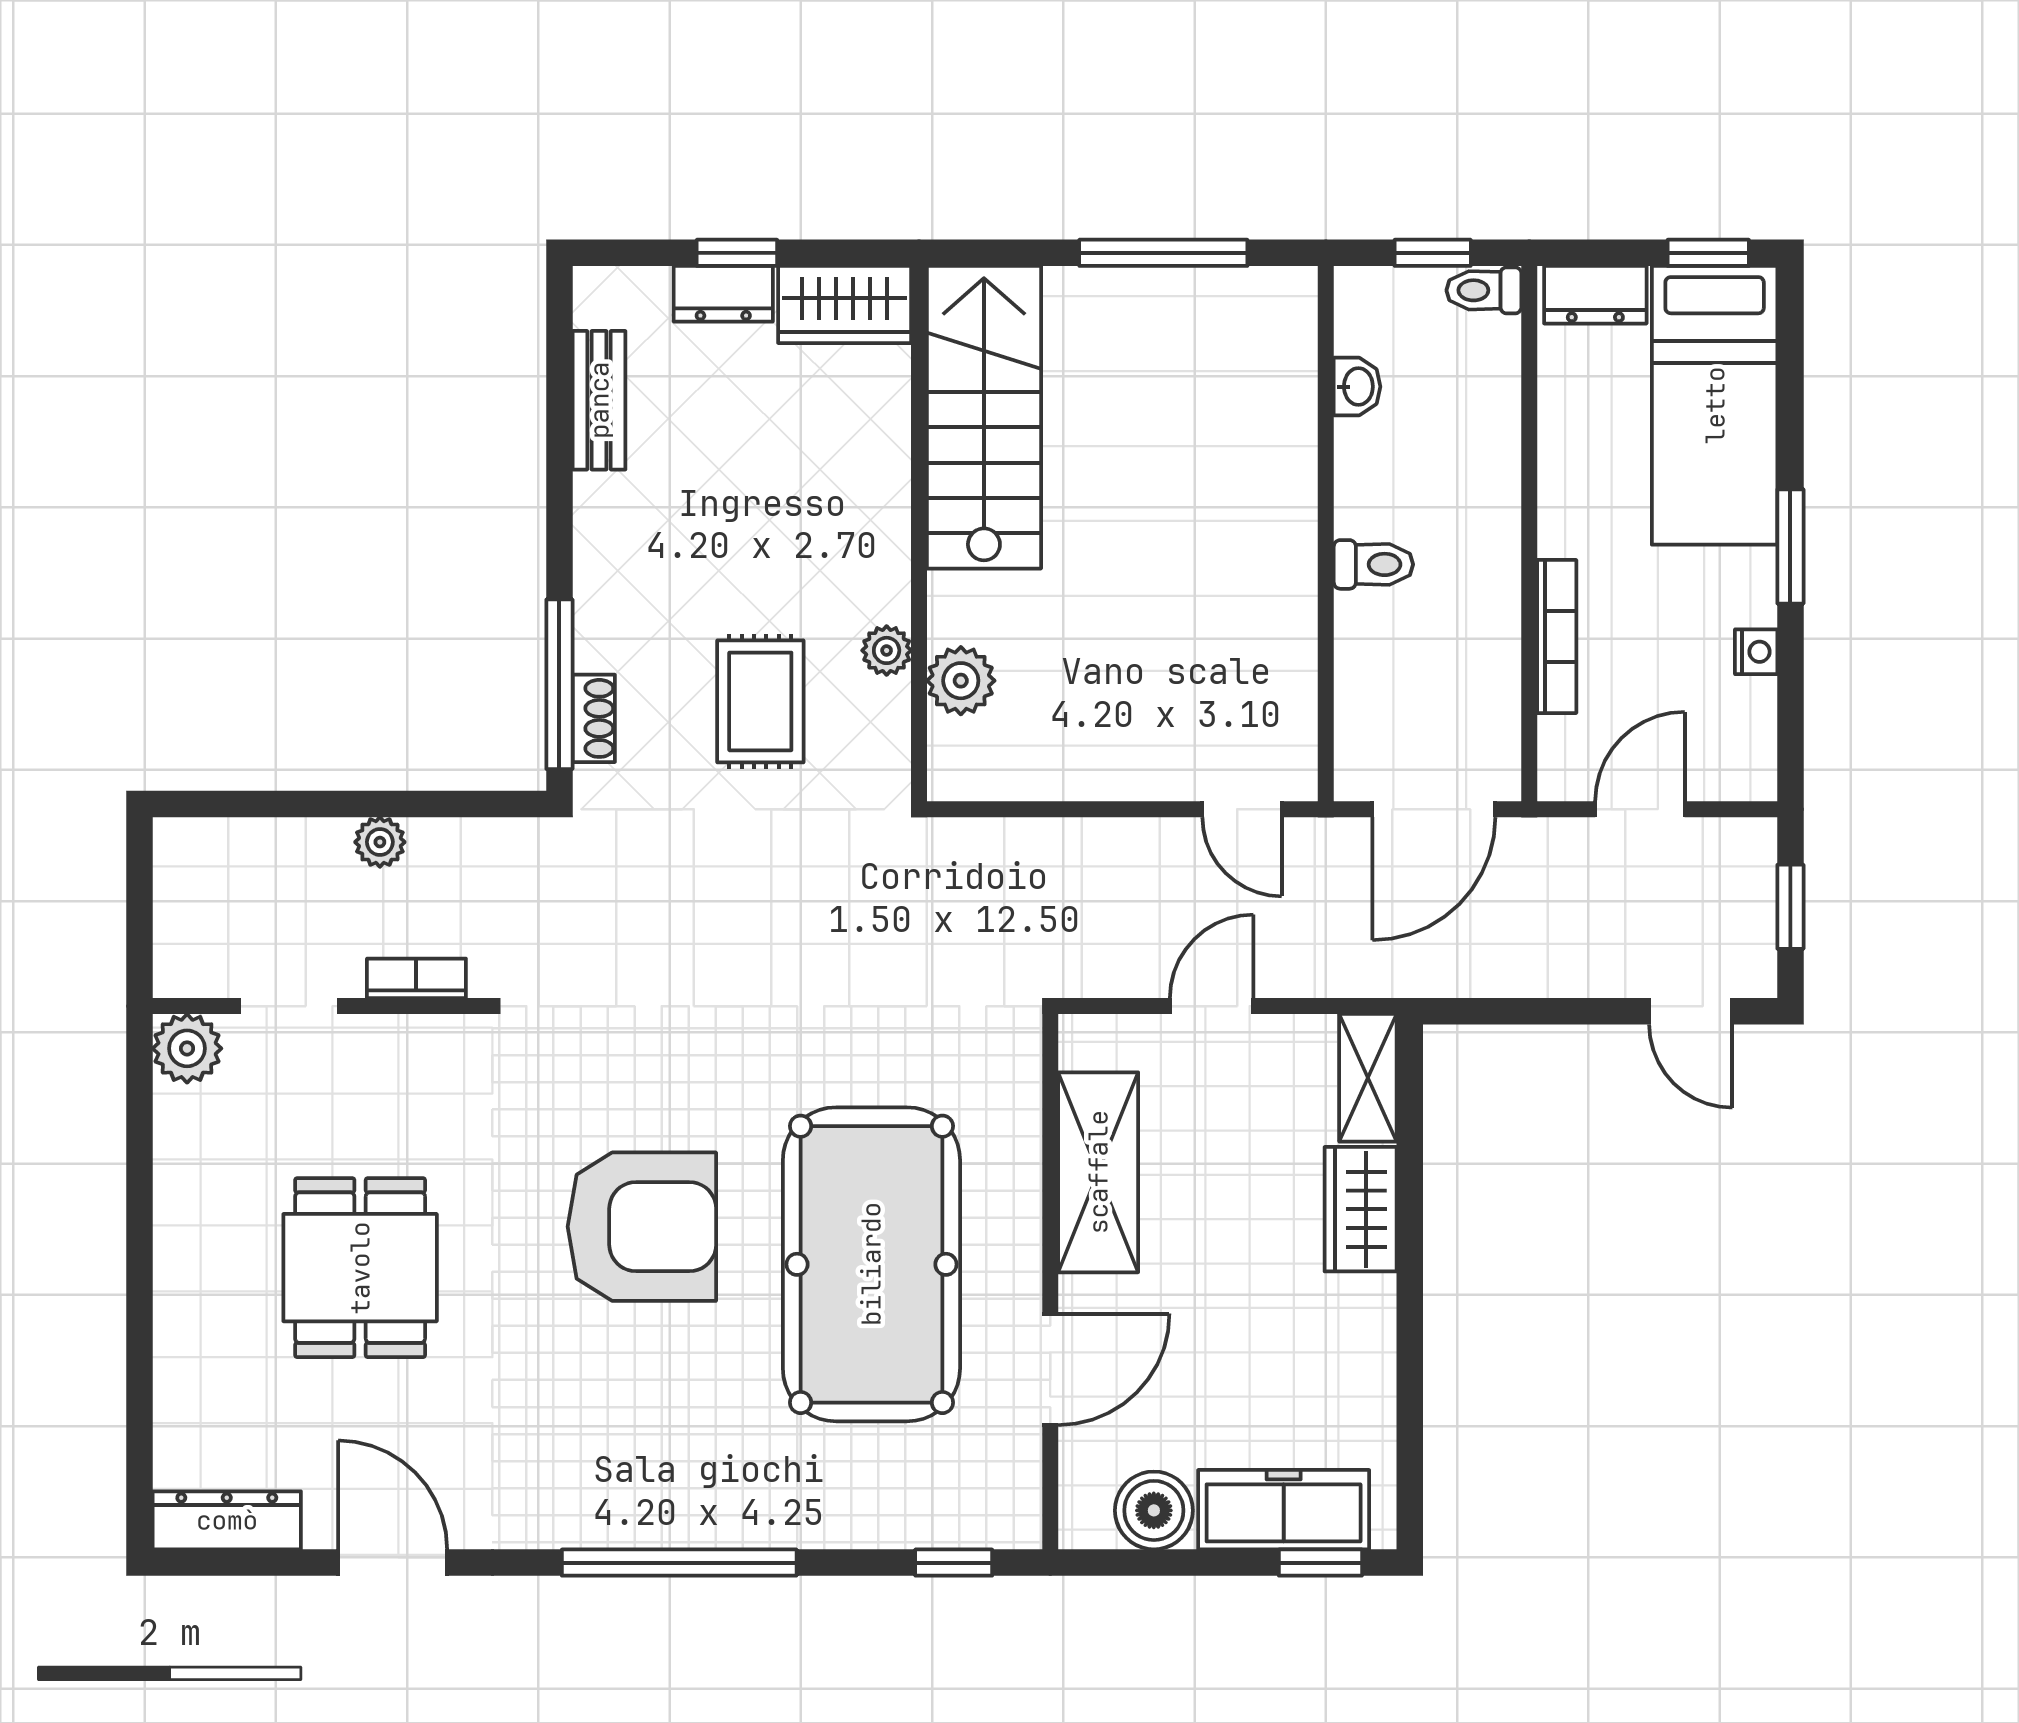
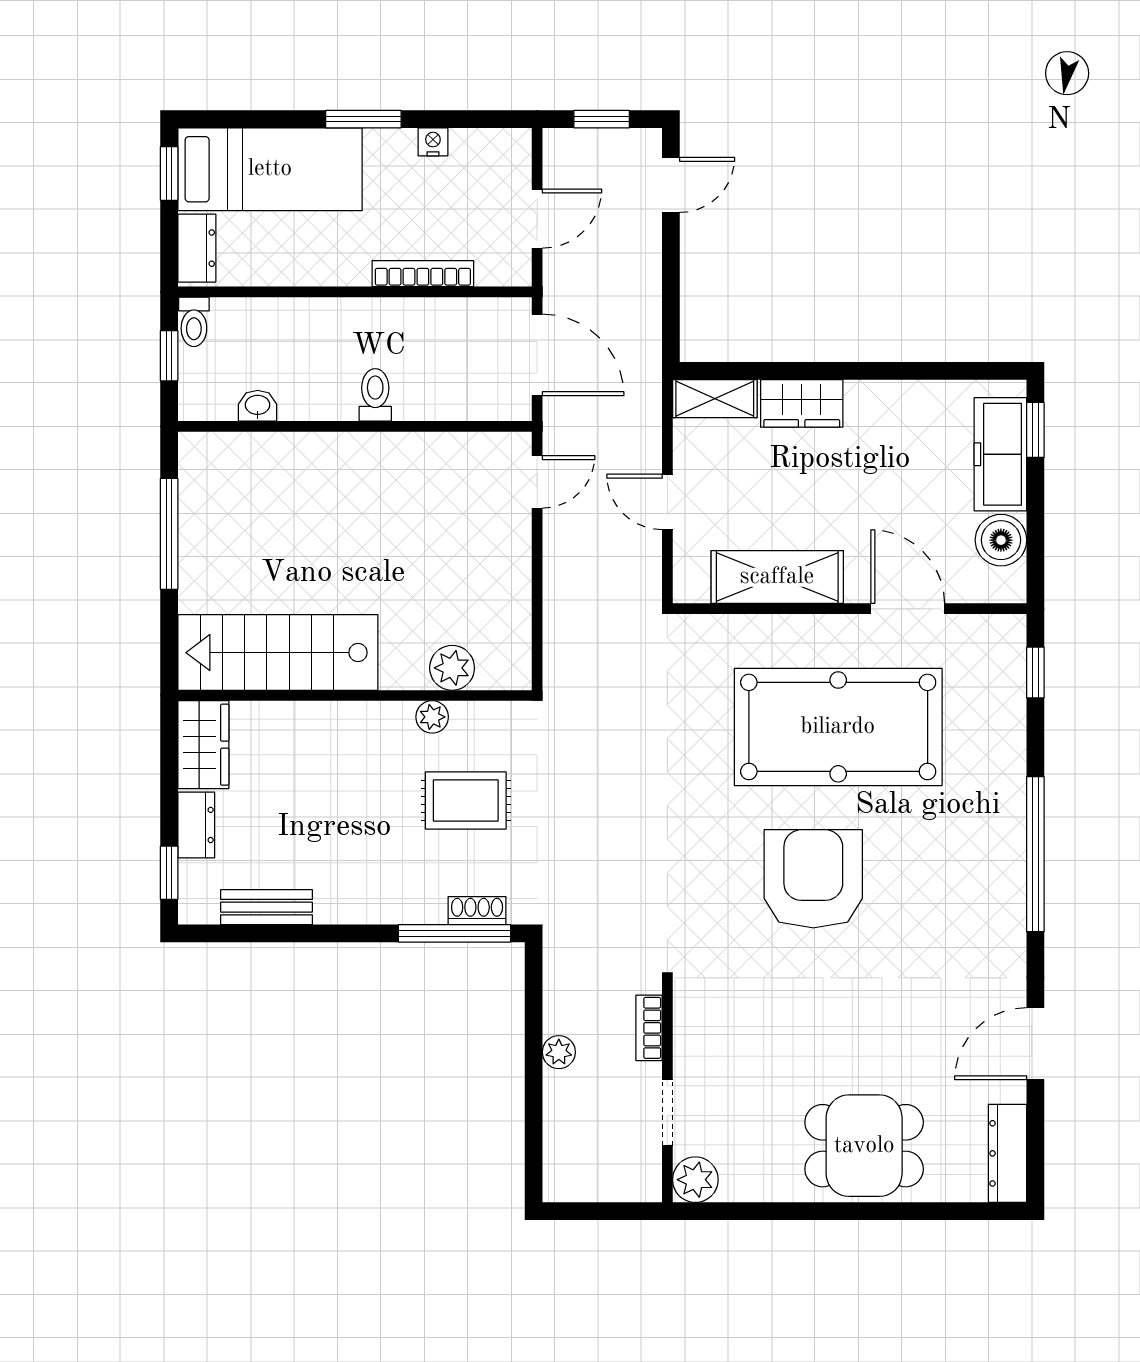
window: (737, 253) -> (169, 873), moved
door: (1640, 809) -> (537, 219), swing flipped
dining table: (360, 1268) -> (864, 1146), moved

